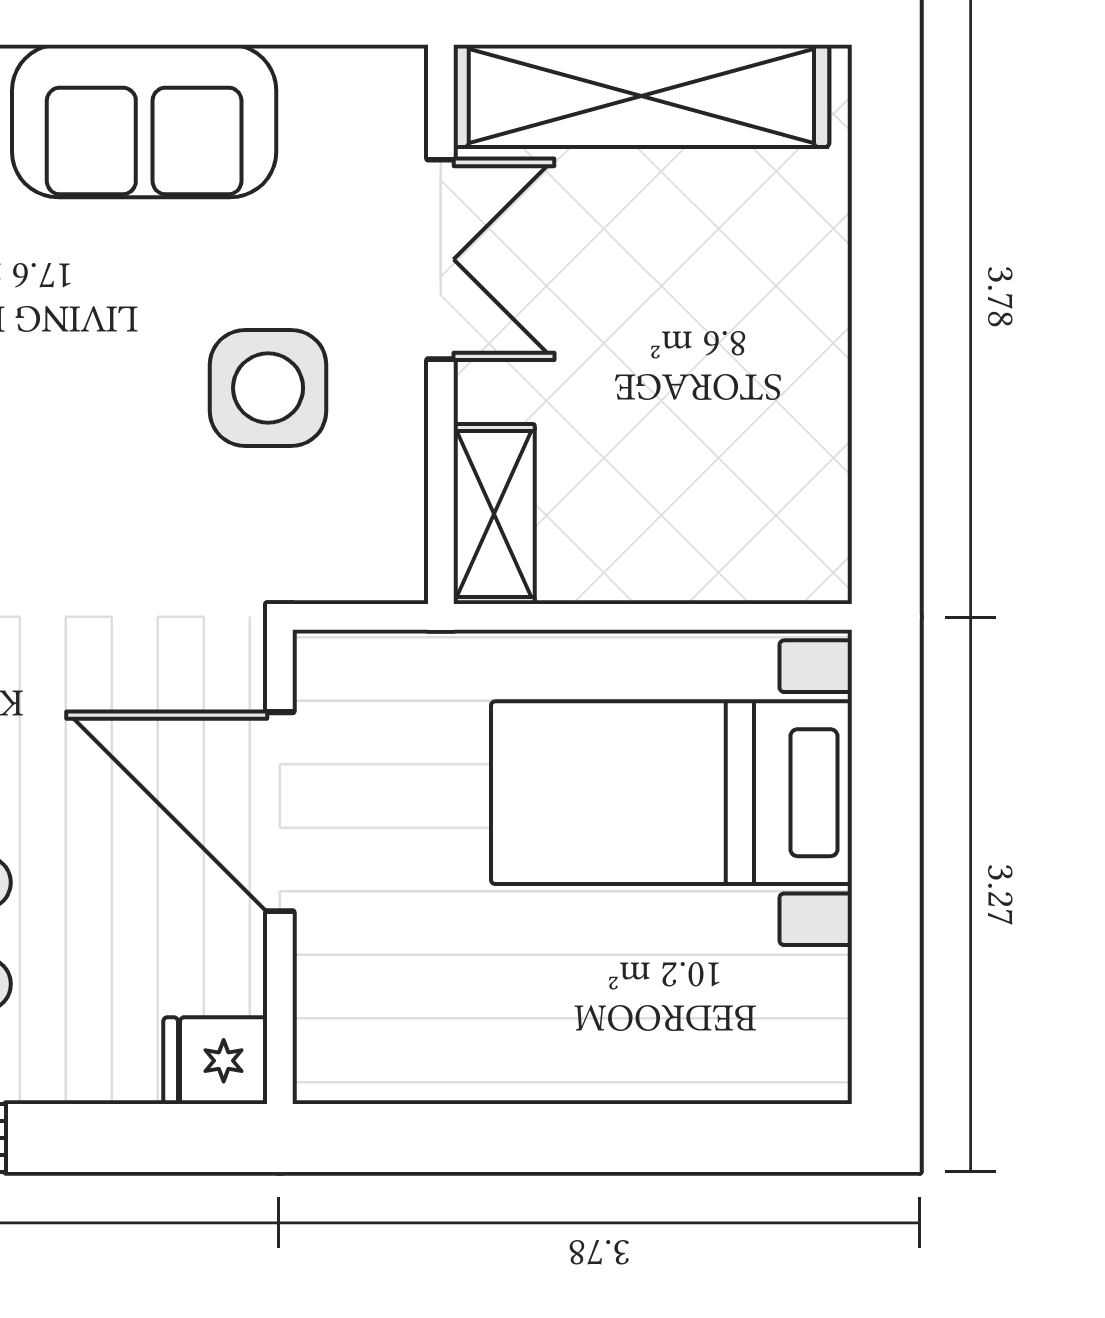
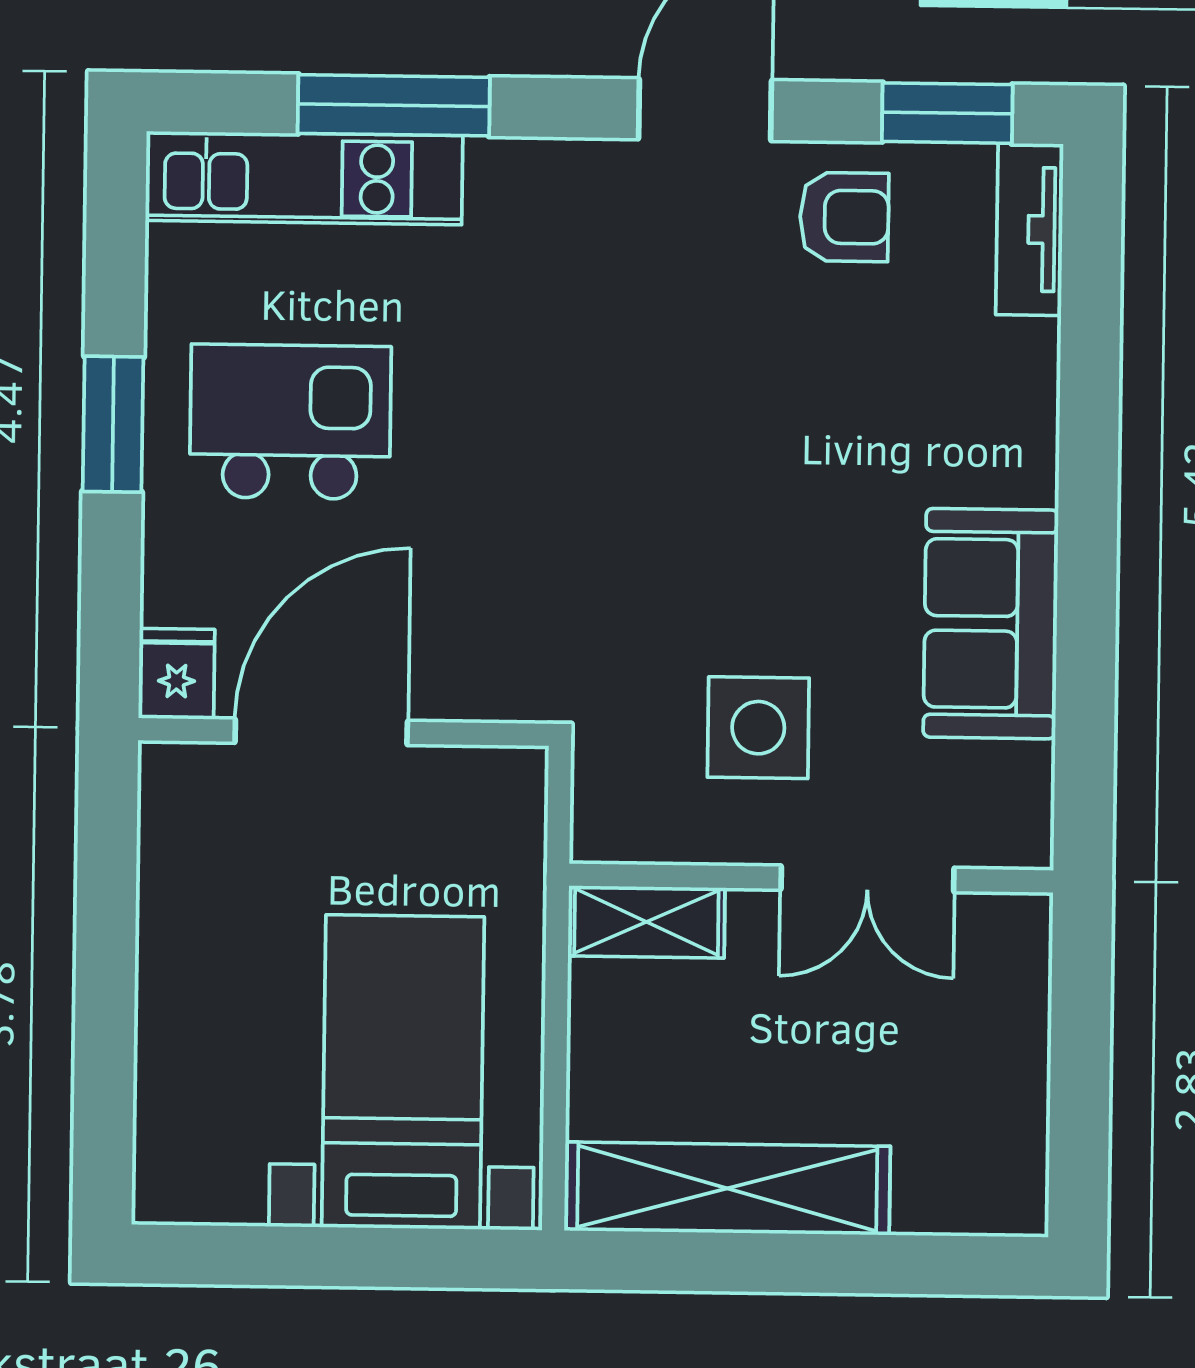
shelving: (641, 96) -> (727, 1188), moved, turned 90
door: (280, 812) -> (321, 732), moved

